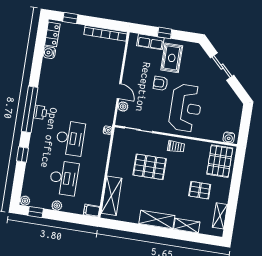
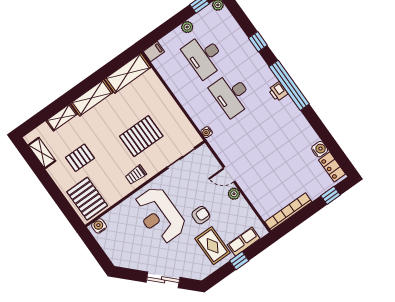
plant: (123, 106) -> (234, 194), moved
shelving: (111, 196) -> (128, 73), moved, turned 90

